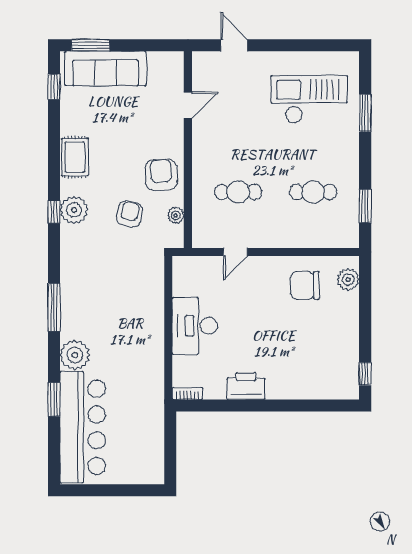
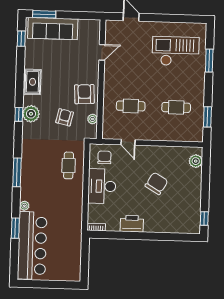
door: (235, 252) -> (128, 142), hinge flipped
chair: (197, 278) -> (104, 157), added
chair: (305, 285) -> (156, 183), moved, turned 121
cafe table: (139, 293) -> (69, 165), added
plant: (75, 355) -> (24, 206), width x0.53, depth x0.53

